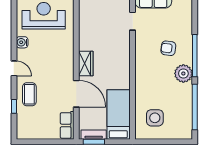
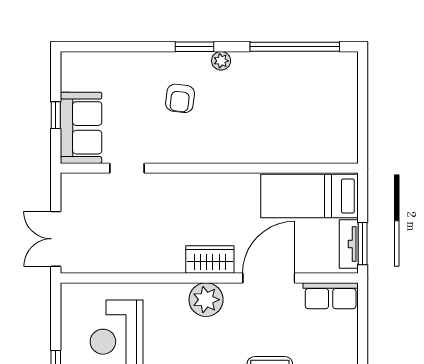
window: (195, 56) -> (194, 47), width x0.47
plant: (65, 62) -> (206, 300), added
plant: (183, 73) -> (221, 61), width x0.53, depth x0.53
side table: (155, 118) -> (316, 125), removed

